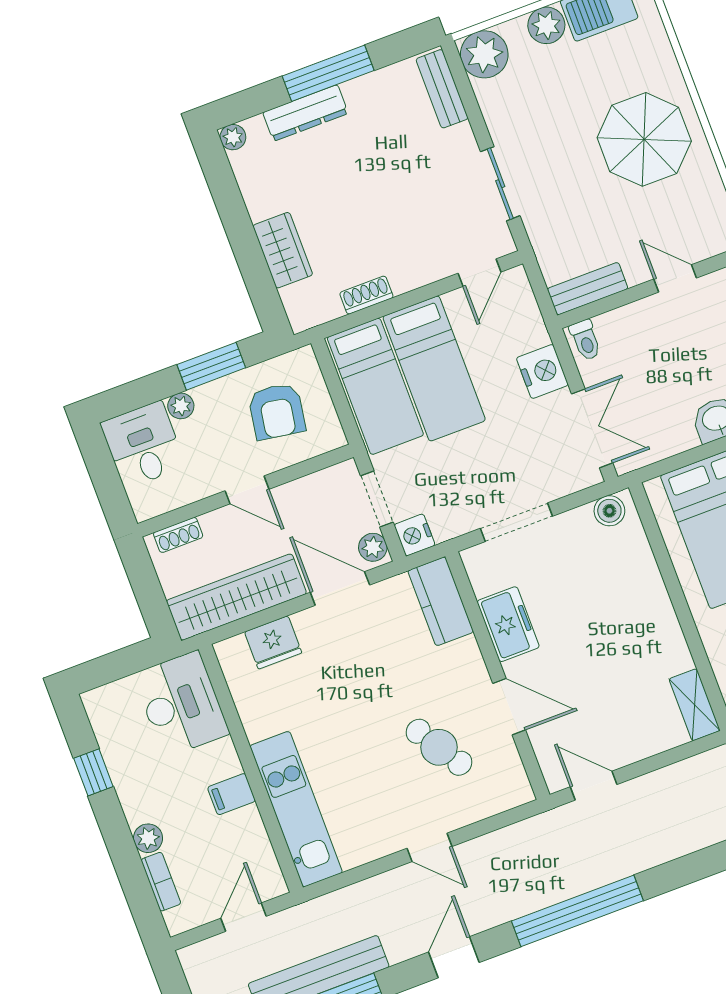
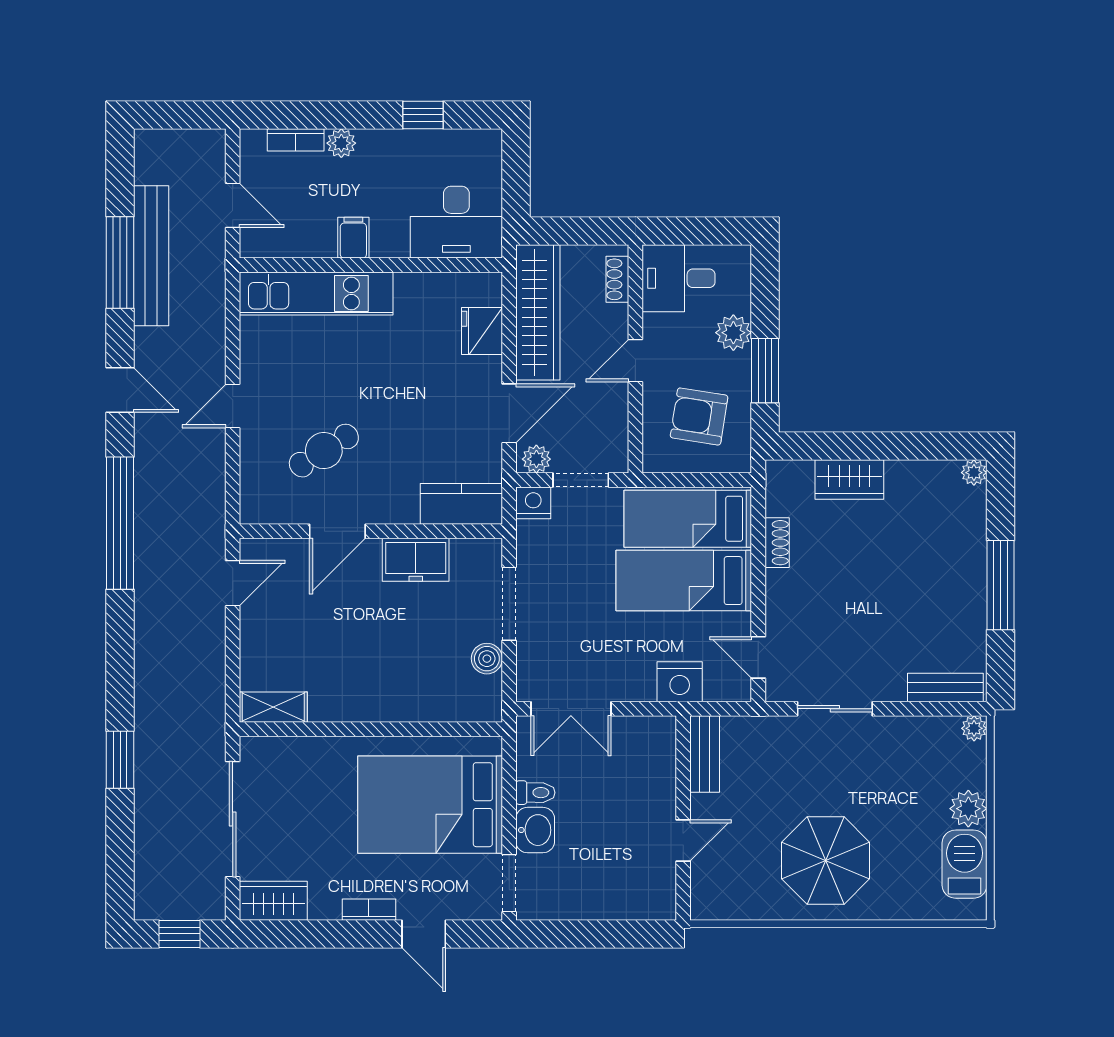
plant: (484, 54) -> (974, 728), width x0.53, depth x0.53
dresser: (305, 113) -> (971, 550), removed
toilet: (585, 340) -> (535, 793), moved, turned 180
nightstand: (542, 371) -> (680, 682), moved
plant: (181, 406) -> (733, 333), width x1.38, depth x1.38
desk: (143, 445) -> (679, 278), moved, turned 180
boiler: (609, 511) -> (487, 659), moved

